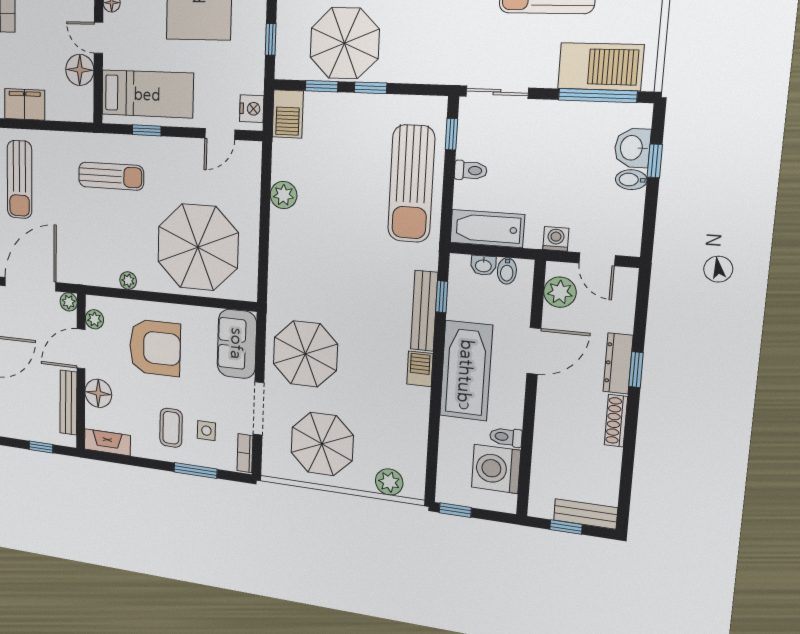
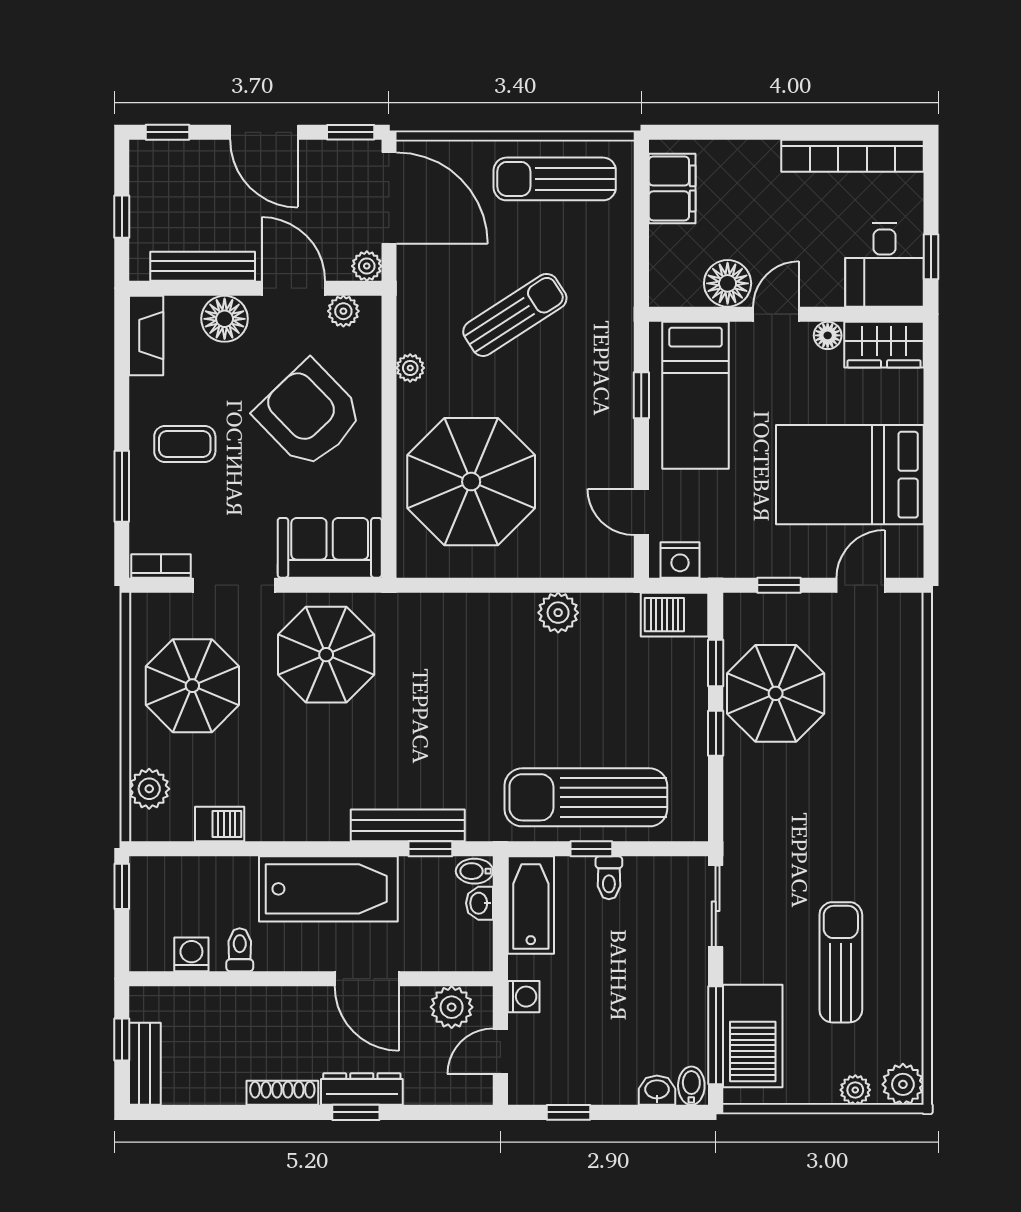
window: (451, 134) -> (591, 849), moved
washbasin: (632, 148) -> (657, 1090), width x0.72, depth x0.69
window: (655, 161) -> (568, 1112), moved
sun lounger: (111, 176) -> (515, 315), moved, turned -123
bidet: (631, 180) -> (691, 1086), moved
bidet: (507, 271) -> (474, 871), moved
armchair: (155, 348) -> (309, 415), turned 136
barbecue: (420, 369) -> (220, 824), moved
side table: (206, 431) -> (188, 503), removed
washing machine: (496, 469) -> (191, 954), width x0.53, depth x0.53

